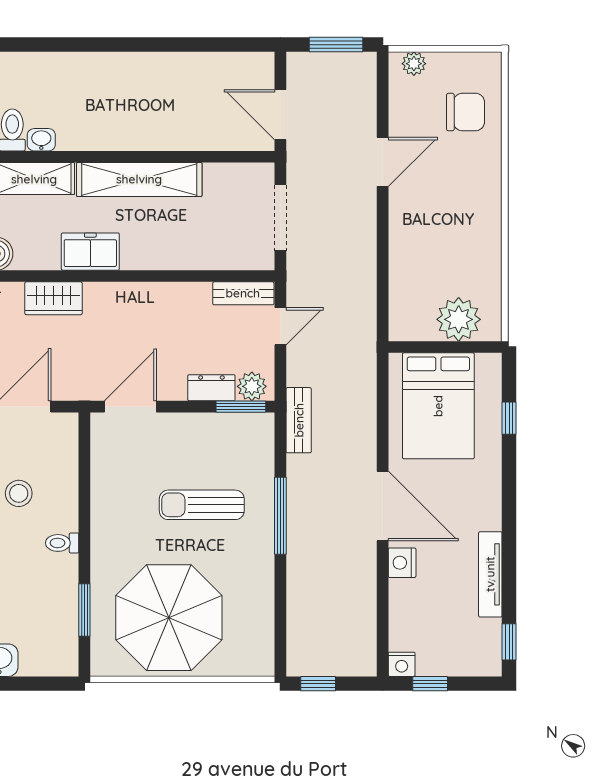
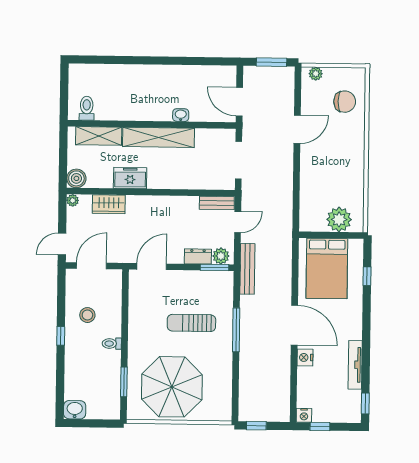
washbasin: (41, 140) -> (181, 115), moved
bench: (299, 420) -> (247, 269), width x1.36

